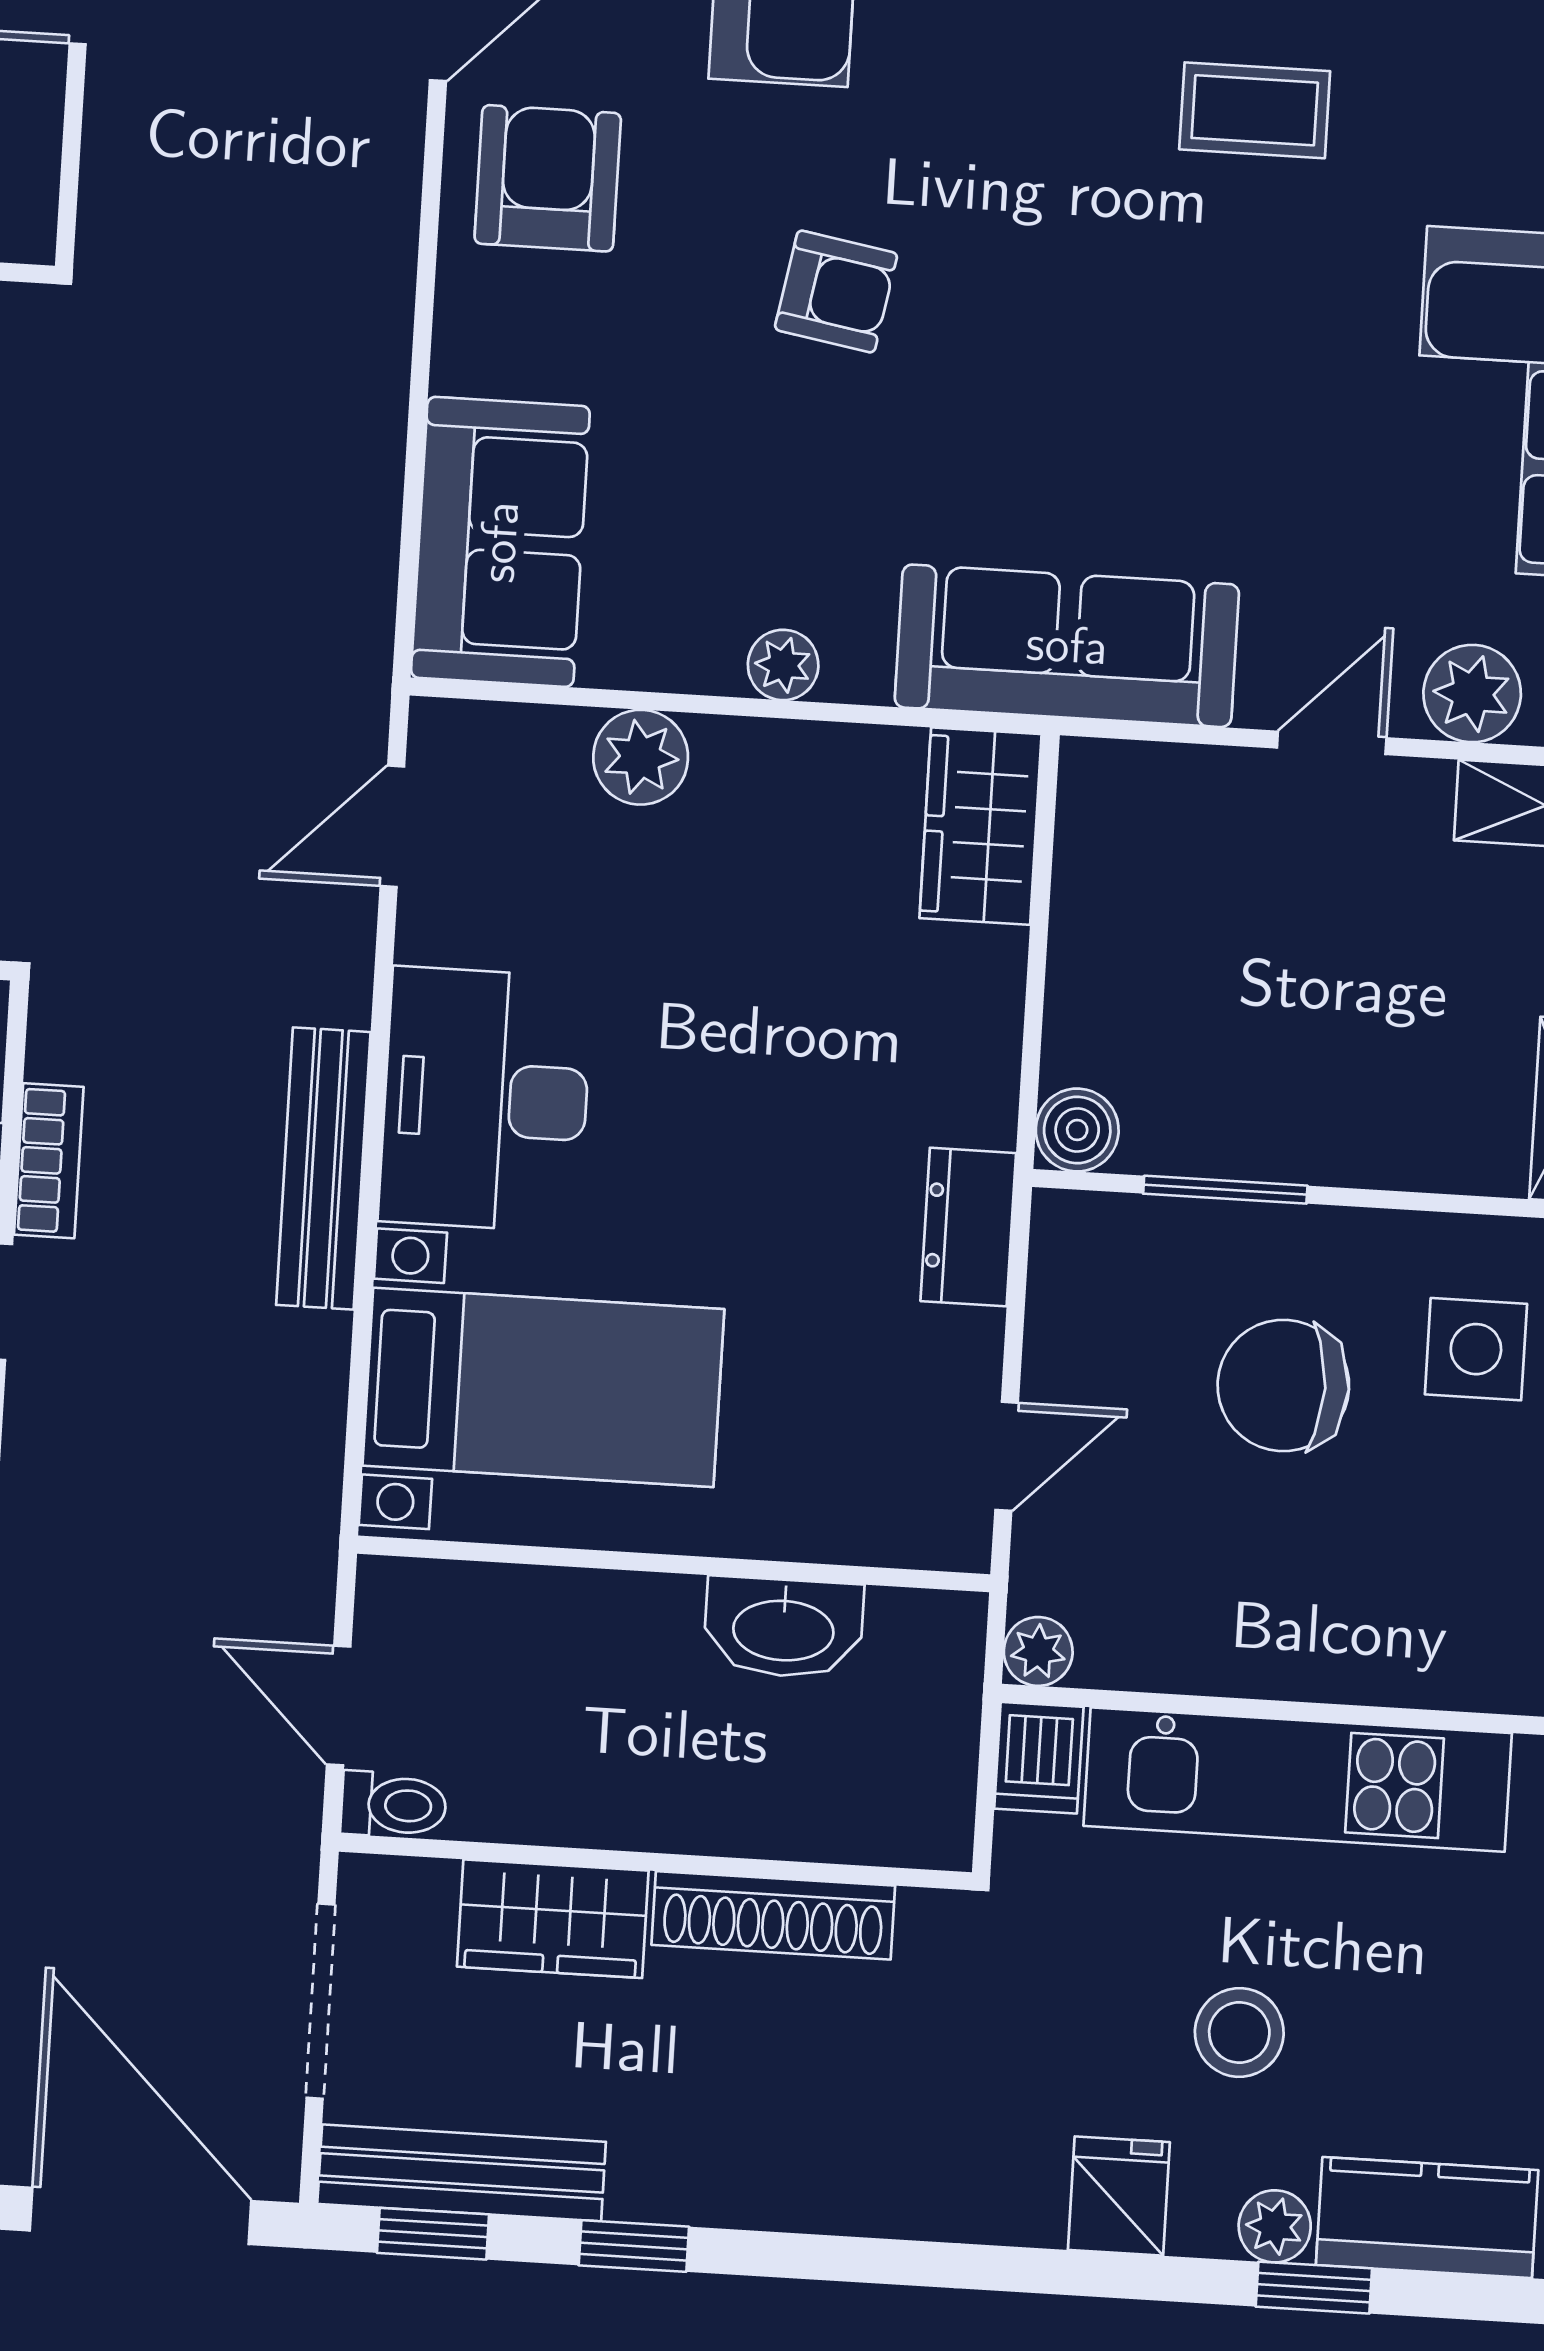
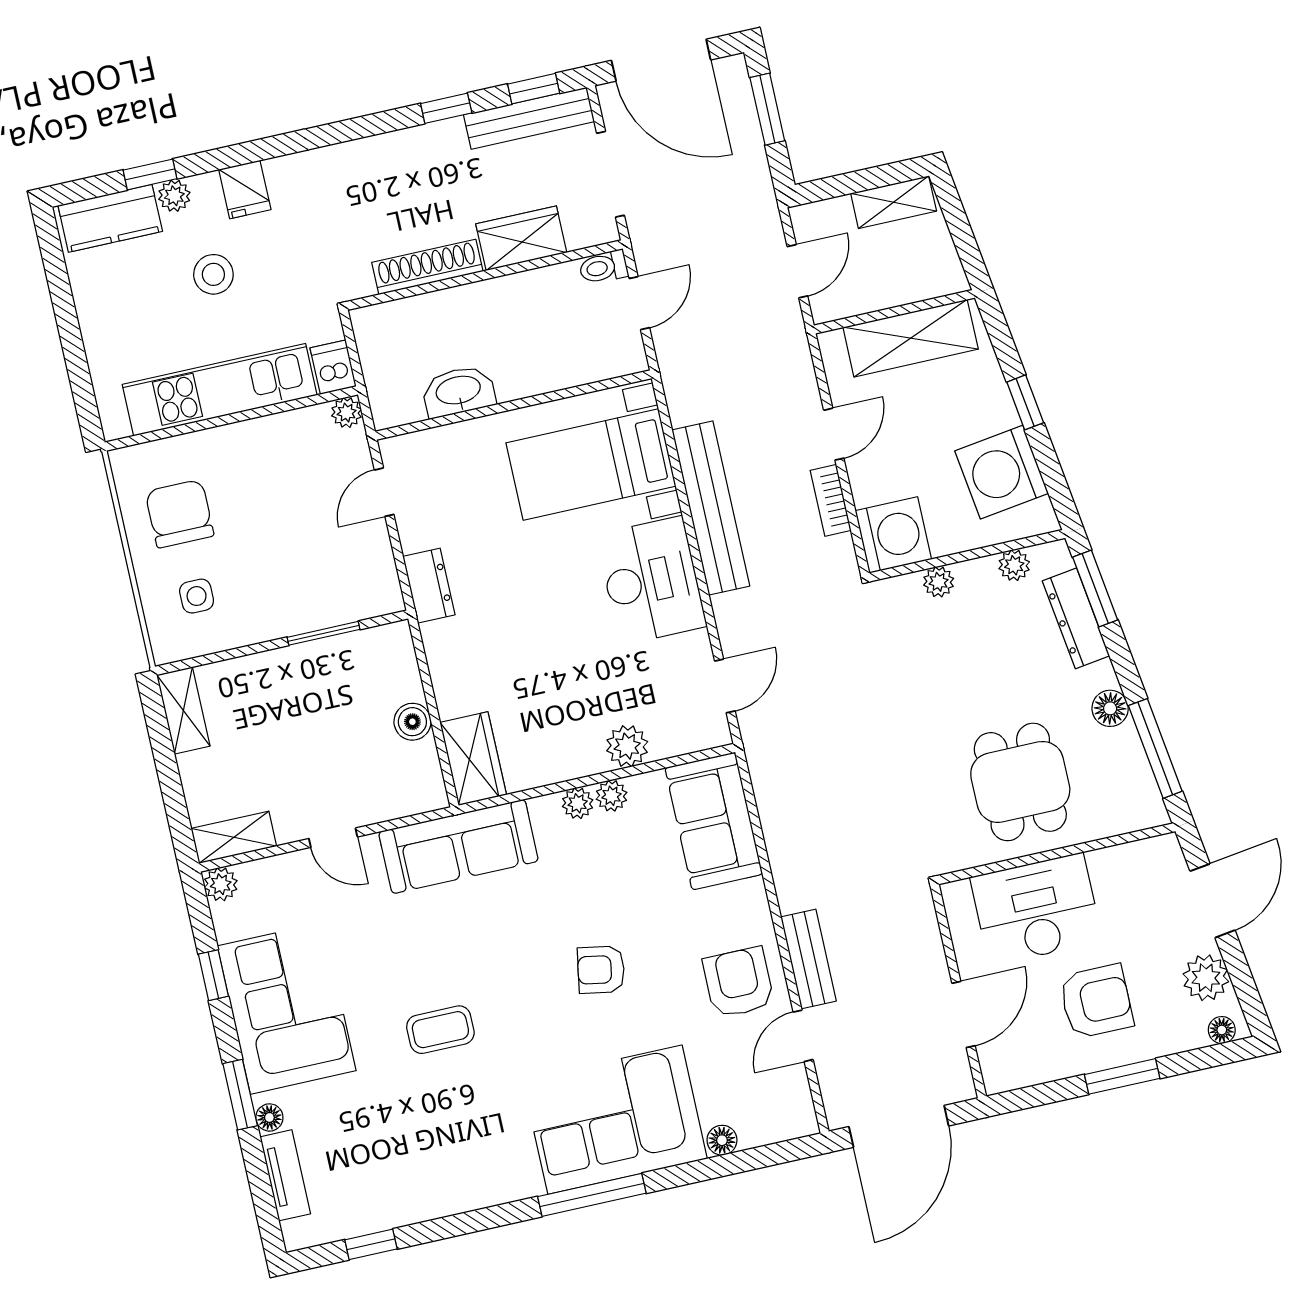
coffee table: (1255, 110) -> (440, 1030), moved
armchair: (548, 178) -> (738, 982), turned 180
bench: (382, 185) -> (808, 959), added
plant: (1472, 694) -> (611, 796), moved, width x0.73, depth x0.73
door: (1332, 743) -> (333, 838), hinge flipped
boiler: (1077, 1130) -> (412, 722), moved
bench: (323, 1168) -> (711, 508), width x1.37, depth x1.21
side table: (1476, 1349) -> (197, 596), width x0.73, depth x0.73
chair: (1283, 1385) -> (180, 514), moved, turned -90
door: (339, 1705) -> (639, 303), hinge flipped

